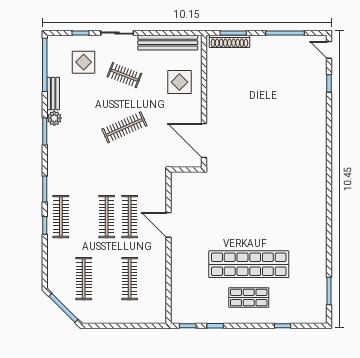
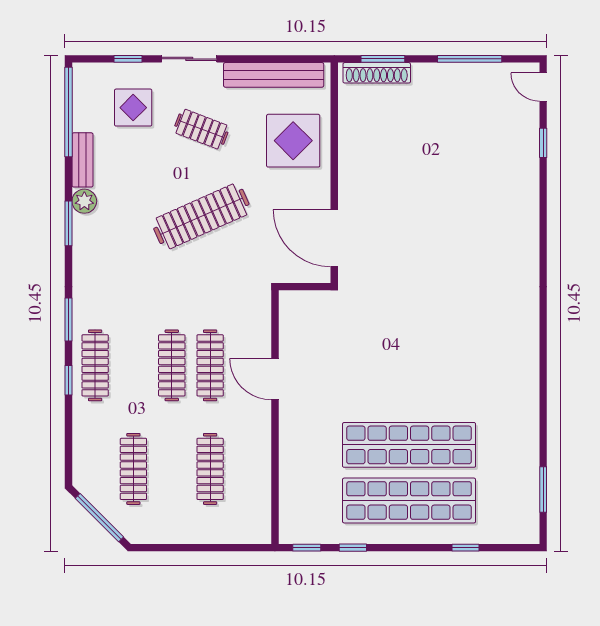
display table: (179, 82) -> (293, 141), width x1.36, depth x1.36
clothes rail: (124, 127) -> (201, 216), width x1.37, depth x1.31
shop shelf: (249, 298) -> (409, 500), width x2.00, depth x1.36

